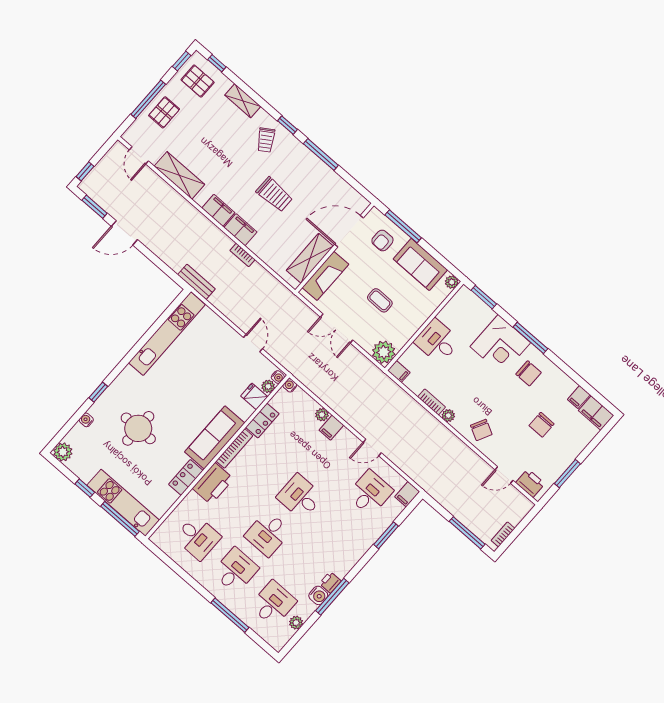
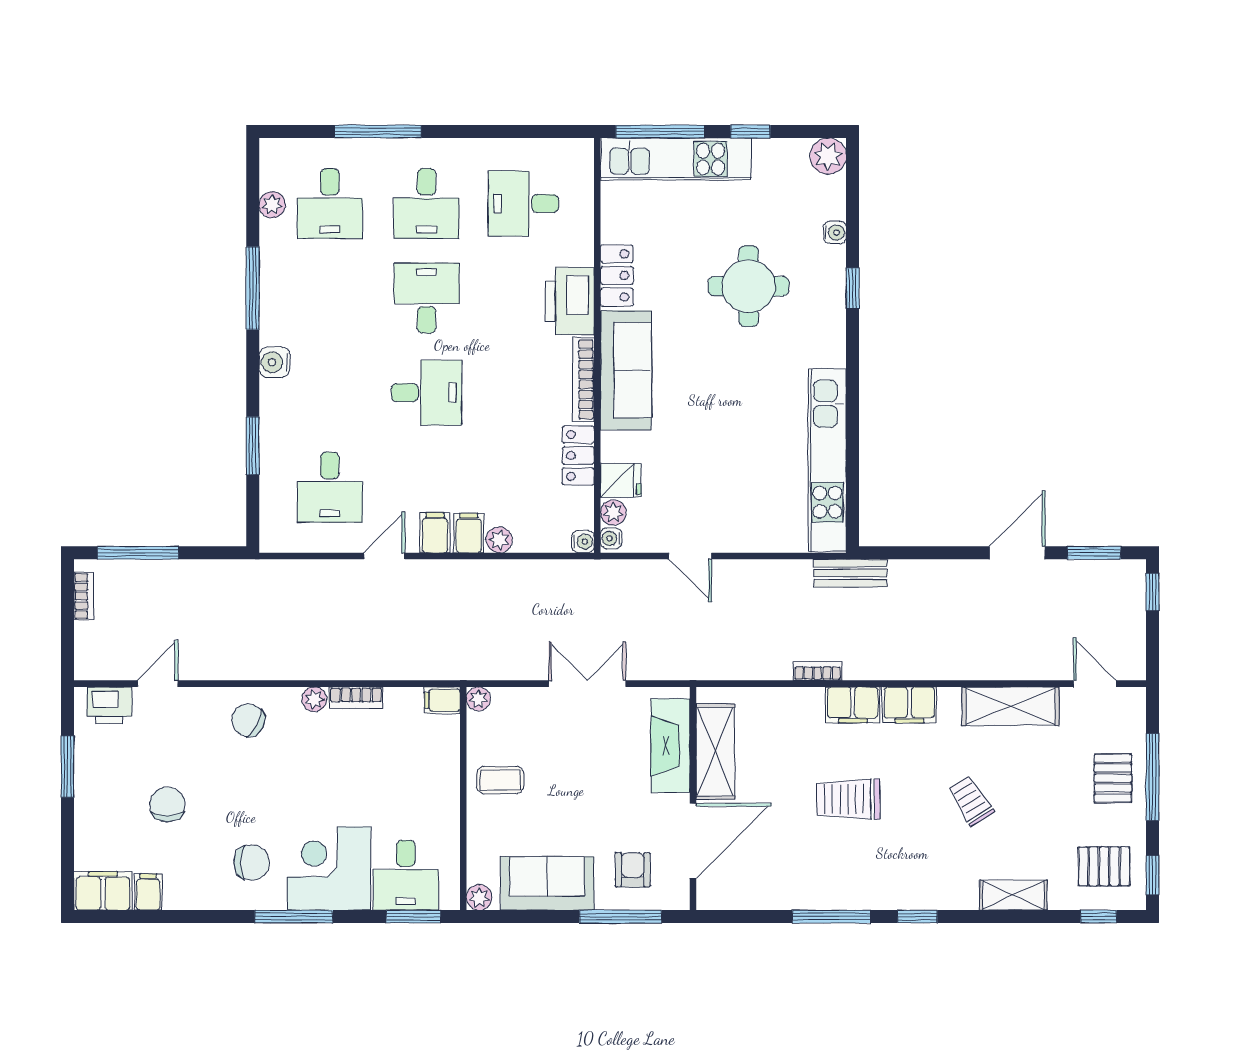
trolley: (266, 140) -> (971, 801), moved
coffee table: (380, 300) -> (500, 780), moved
desk: (437, 341) -> (406, 875), moved, turned 90
plant: (384, 352) -> (478, 699), width x0.53, depth x0.53
chair: (528, 373) -> (252, 863), turned 180
filing cabinet: (407, 494) -> (435, 533), moved
printer: (330, 582) -> (274, 307), removed
water cooler: (318, 595) -> (274, 362), moved

